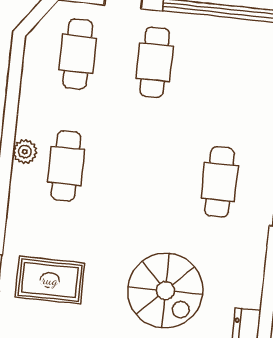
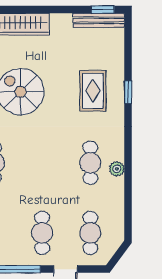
rug: (50, 280) -> (93, 91), turned 90

